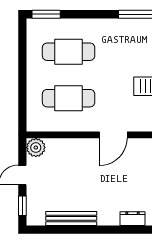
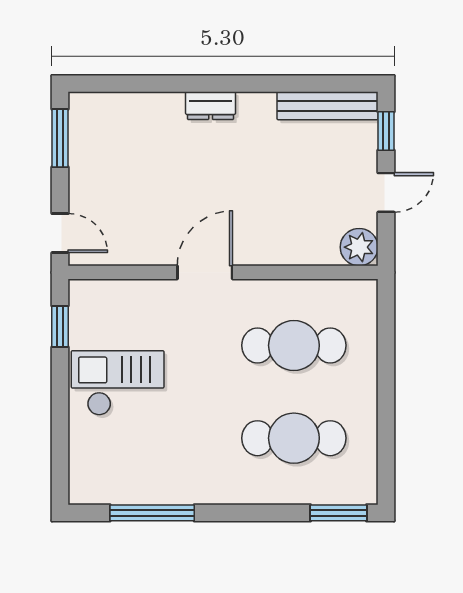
bench: (71, 218) -> (328, 106), moved
dresser: (133, 219) -> (211, 106), moved

